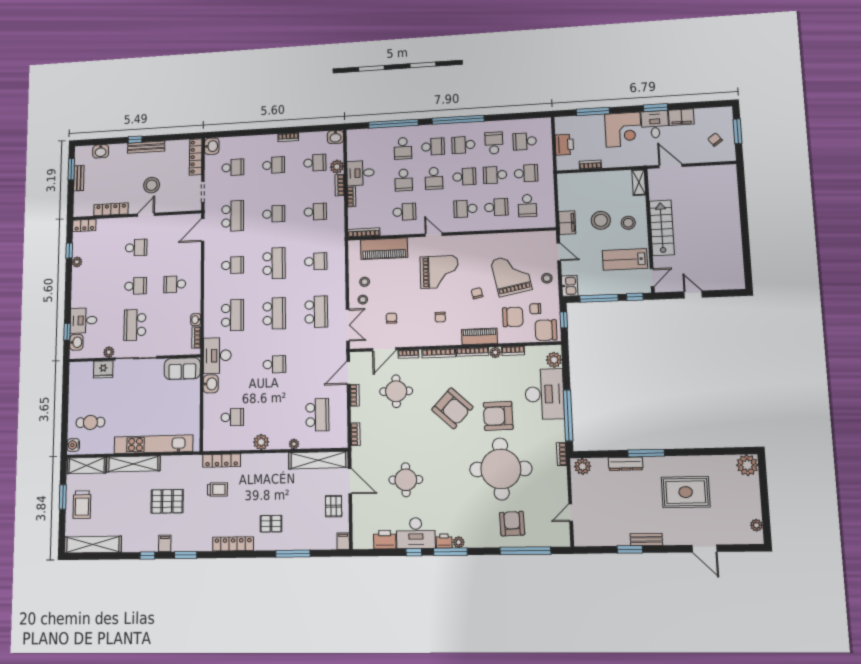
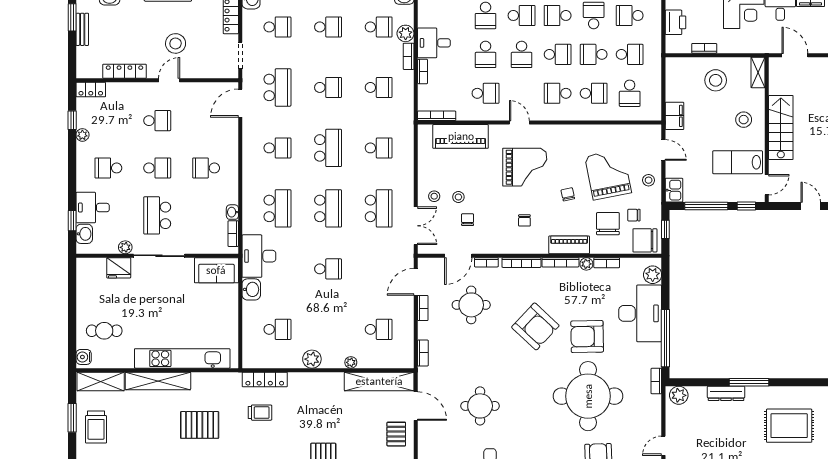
stool: (601, 220) -> (716, 80), moved
stool: (365, 282) -> (458, 197), moved
school desk: (97, 288) -> (108, 168), added
chair: (513, 317) -> (608, 224), turned -90
school desk: (317, 415) -> (379, 329), width x0.54

